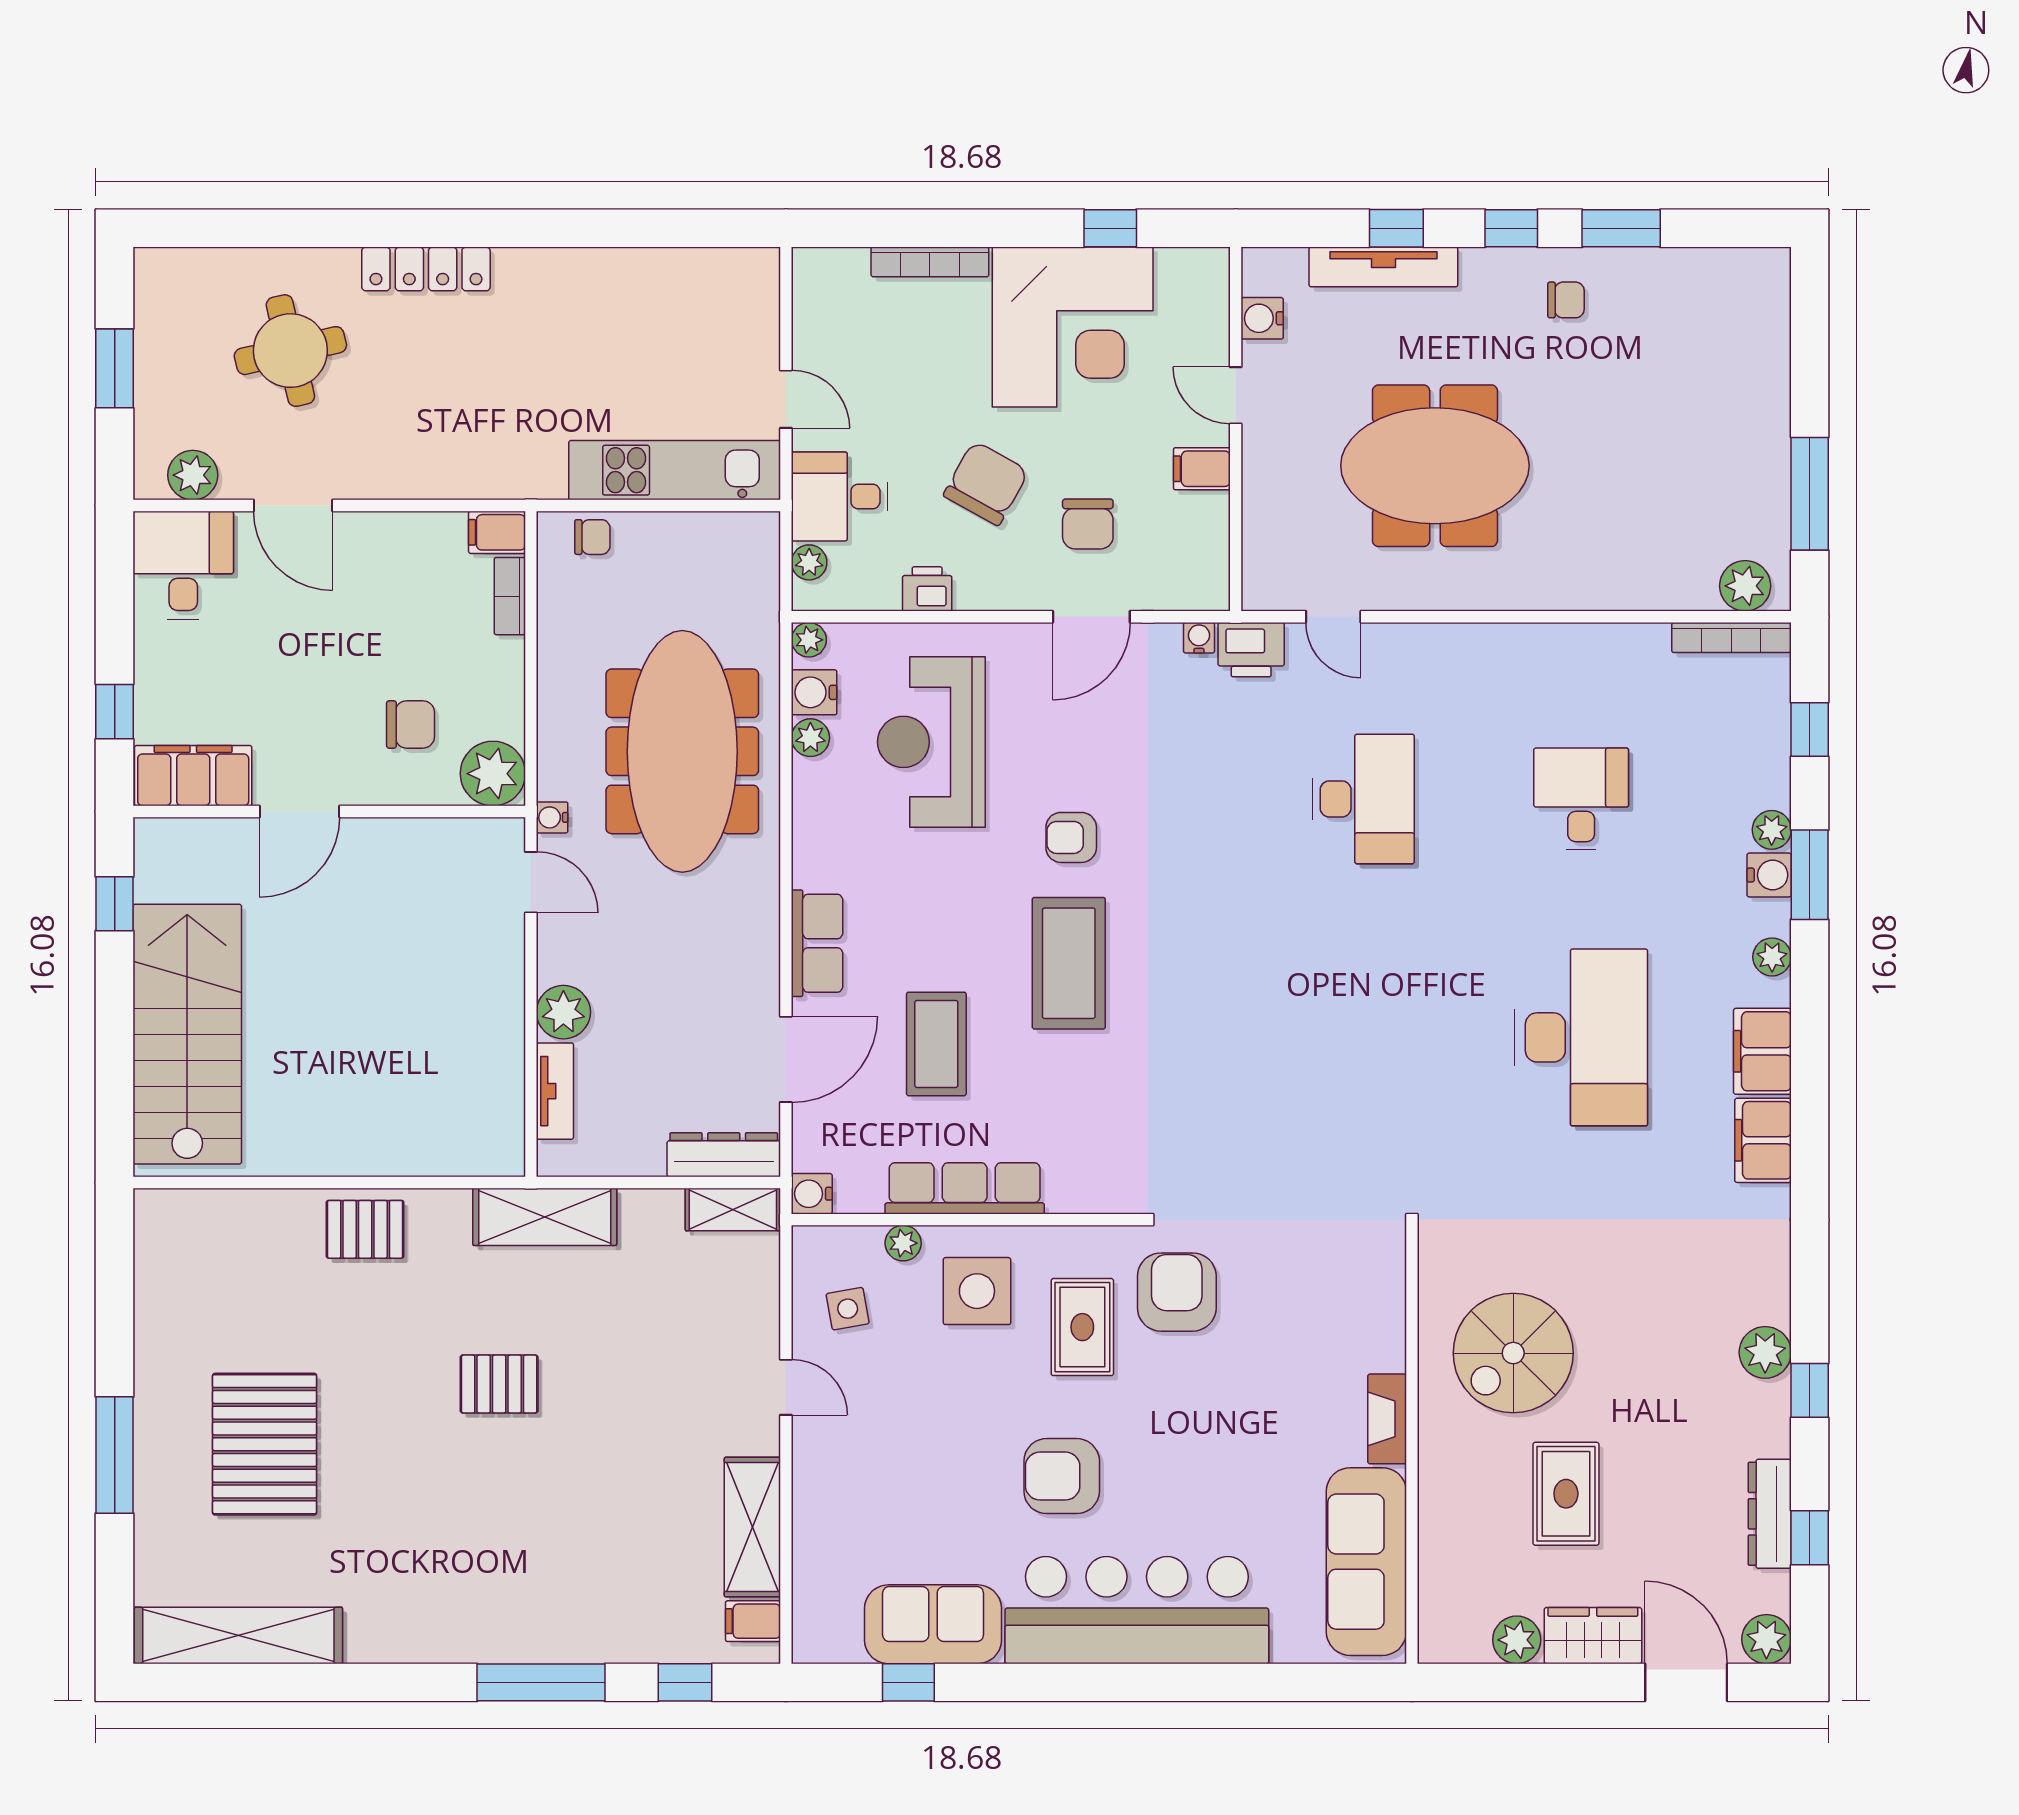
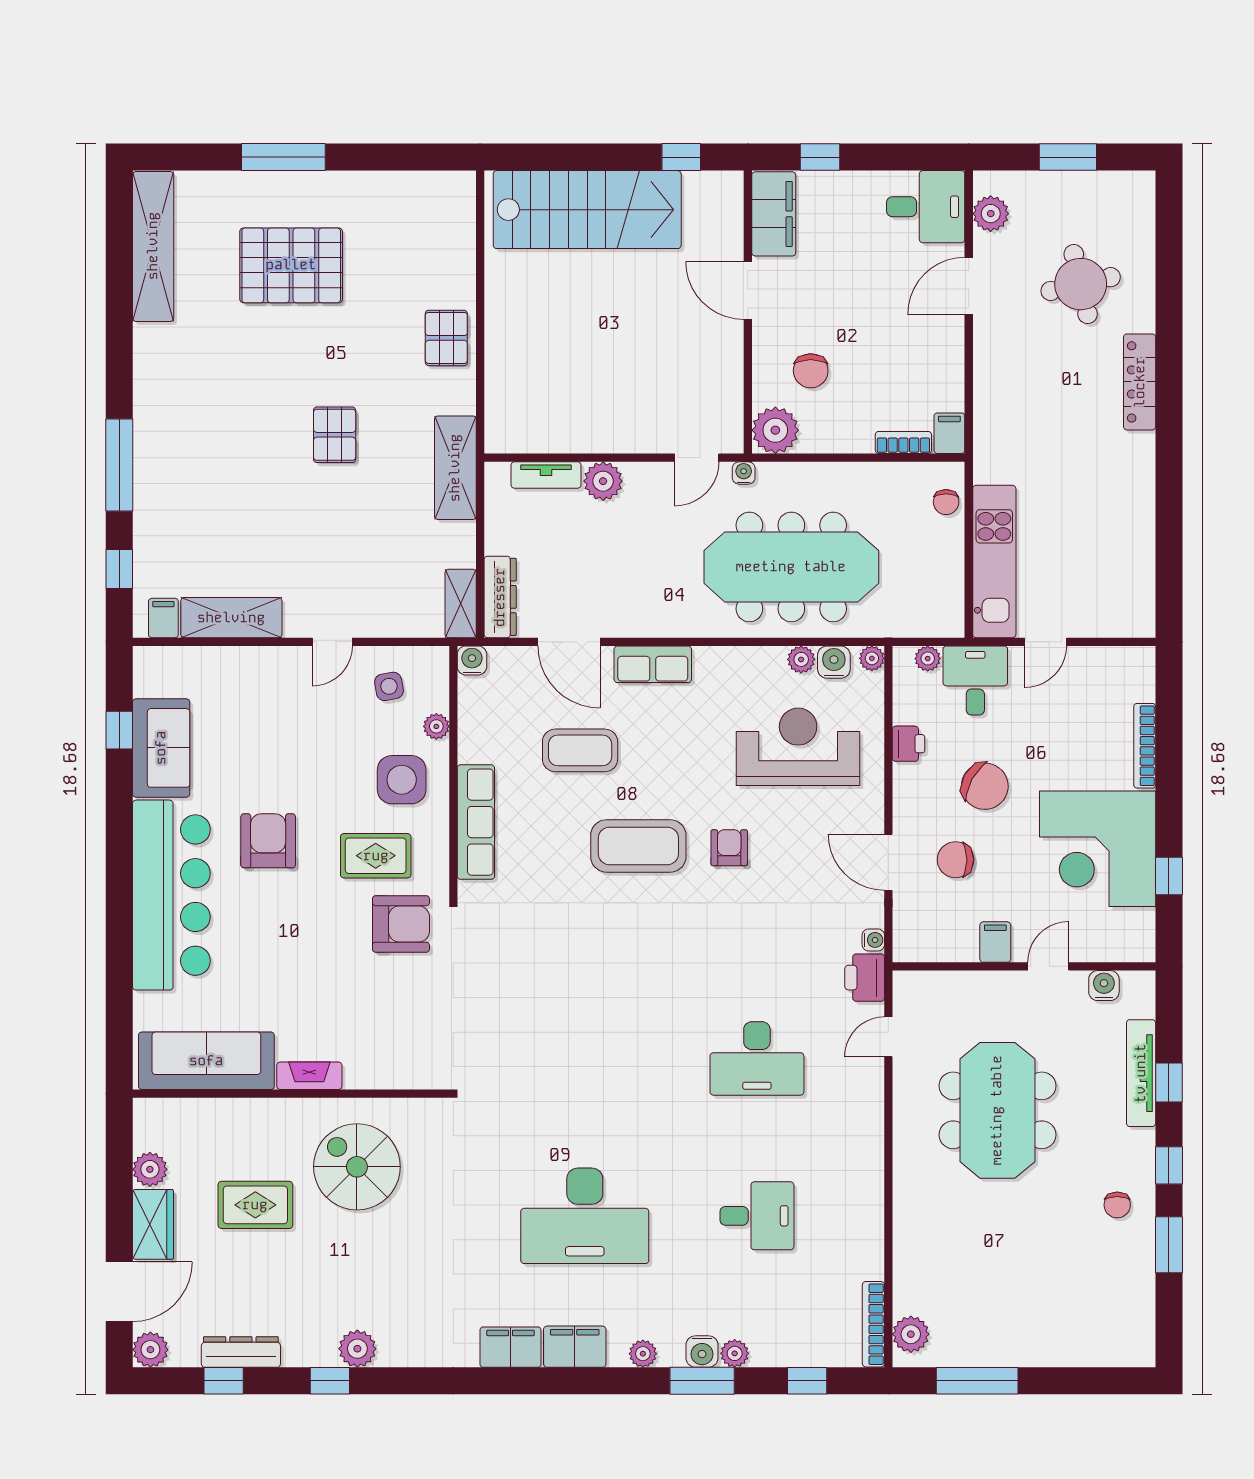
row of seats: (965, 1188) -> (476, 822), moved

